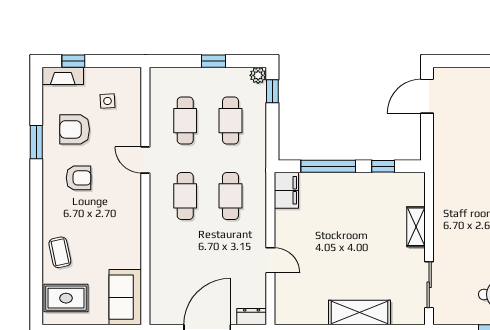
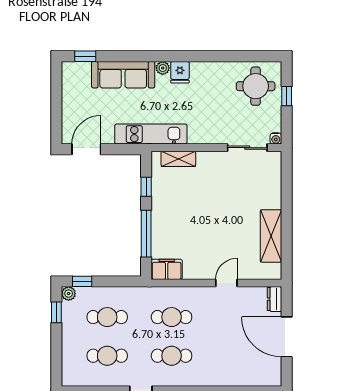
window: (214, 61) -> (56, 312), moved
door: (427, 96) -> (86, 149), swing flipped
kitchen unit: (445, 172) -> (151, 134), added
shelving: (416, 227) -> (178, 159), moved
shelving: (359, 313) -> (271, 236), moved
water cooler: (440, 318) -> (276, 138), added

